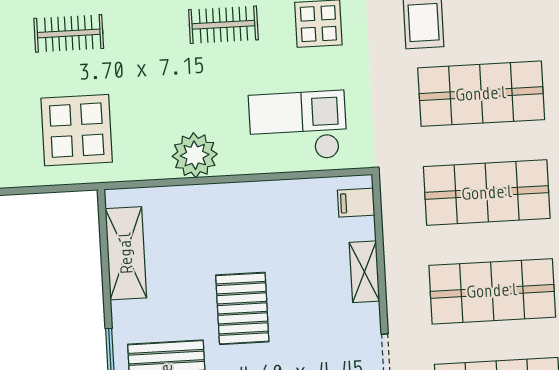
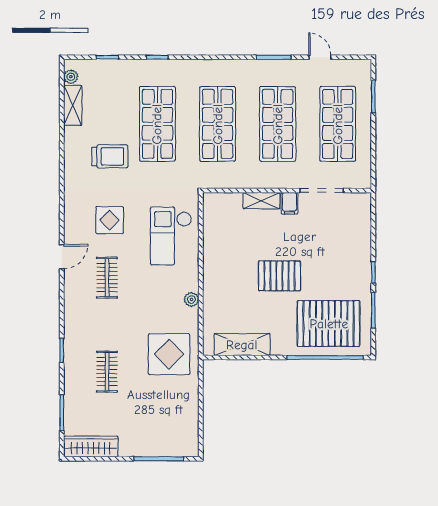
display table: (77, 130) -> (169, 354), moved
plant: (195, 155) -> (191, 299), width x0.53, depth x0.53
filing cabinet: (356, 203) -> (289, 203), moved

